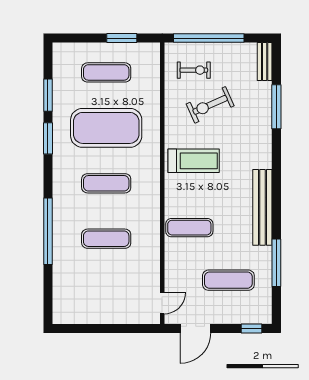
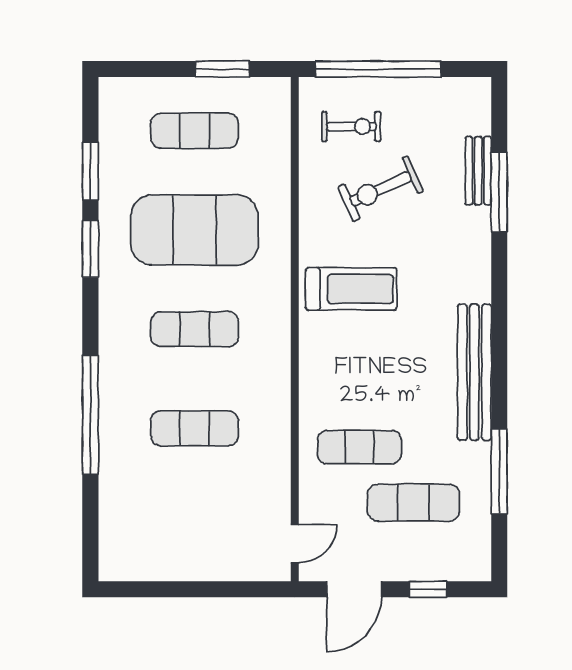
bench: (265, 62) -> (478, 171), moved
exercise mat: (189, 228) -> (359, 447), moved
window: (251, 329) -> (428, 589), moved

